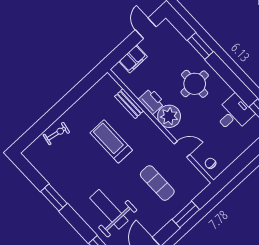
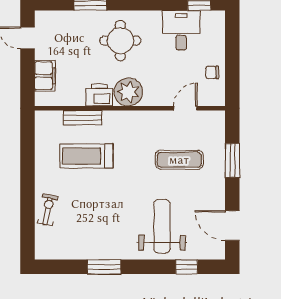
treadmill: (111, 141) -> (87, 156), moved
door: (182, 149) -> (185, 108), moved
chair: (210, 163) -> (212, 72), moved
weight bench: (109, 209) -> (162, 226), turned 90

